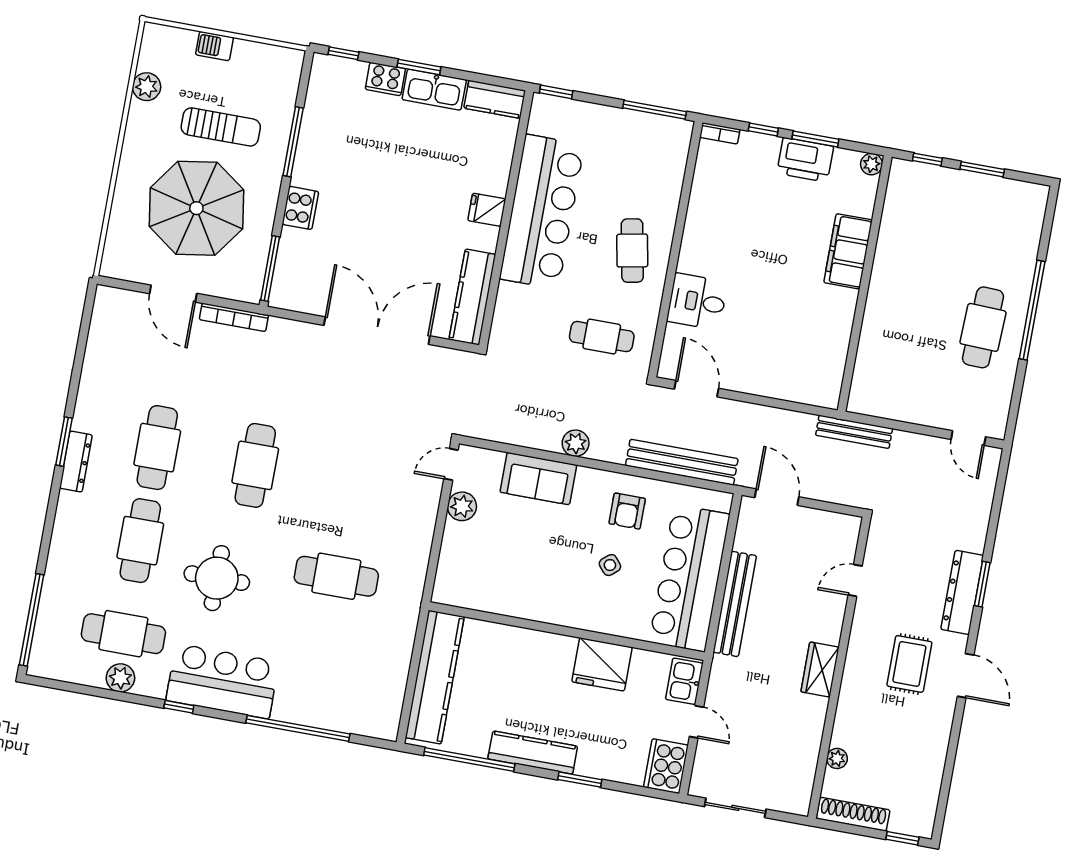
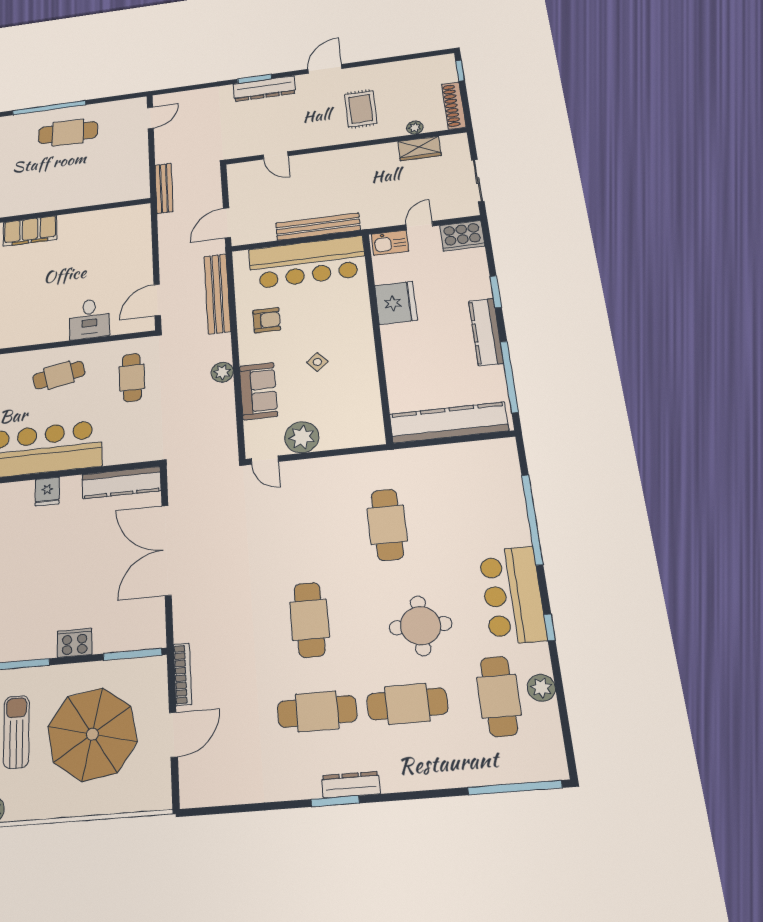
cafe table: (255, 465) -> (310, 620), turned 90
plant: (462, 506) -> (302, 437), width x1.36, depth x1.36
side table: (610, 565) -> (317, 362), moved
rug: (909, 664) -> (361, 109), moved, turned 90
wardrobe: (820, 670) -> (419, 149), moved

